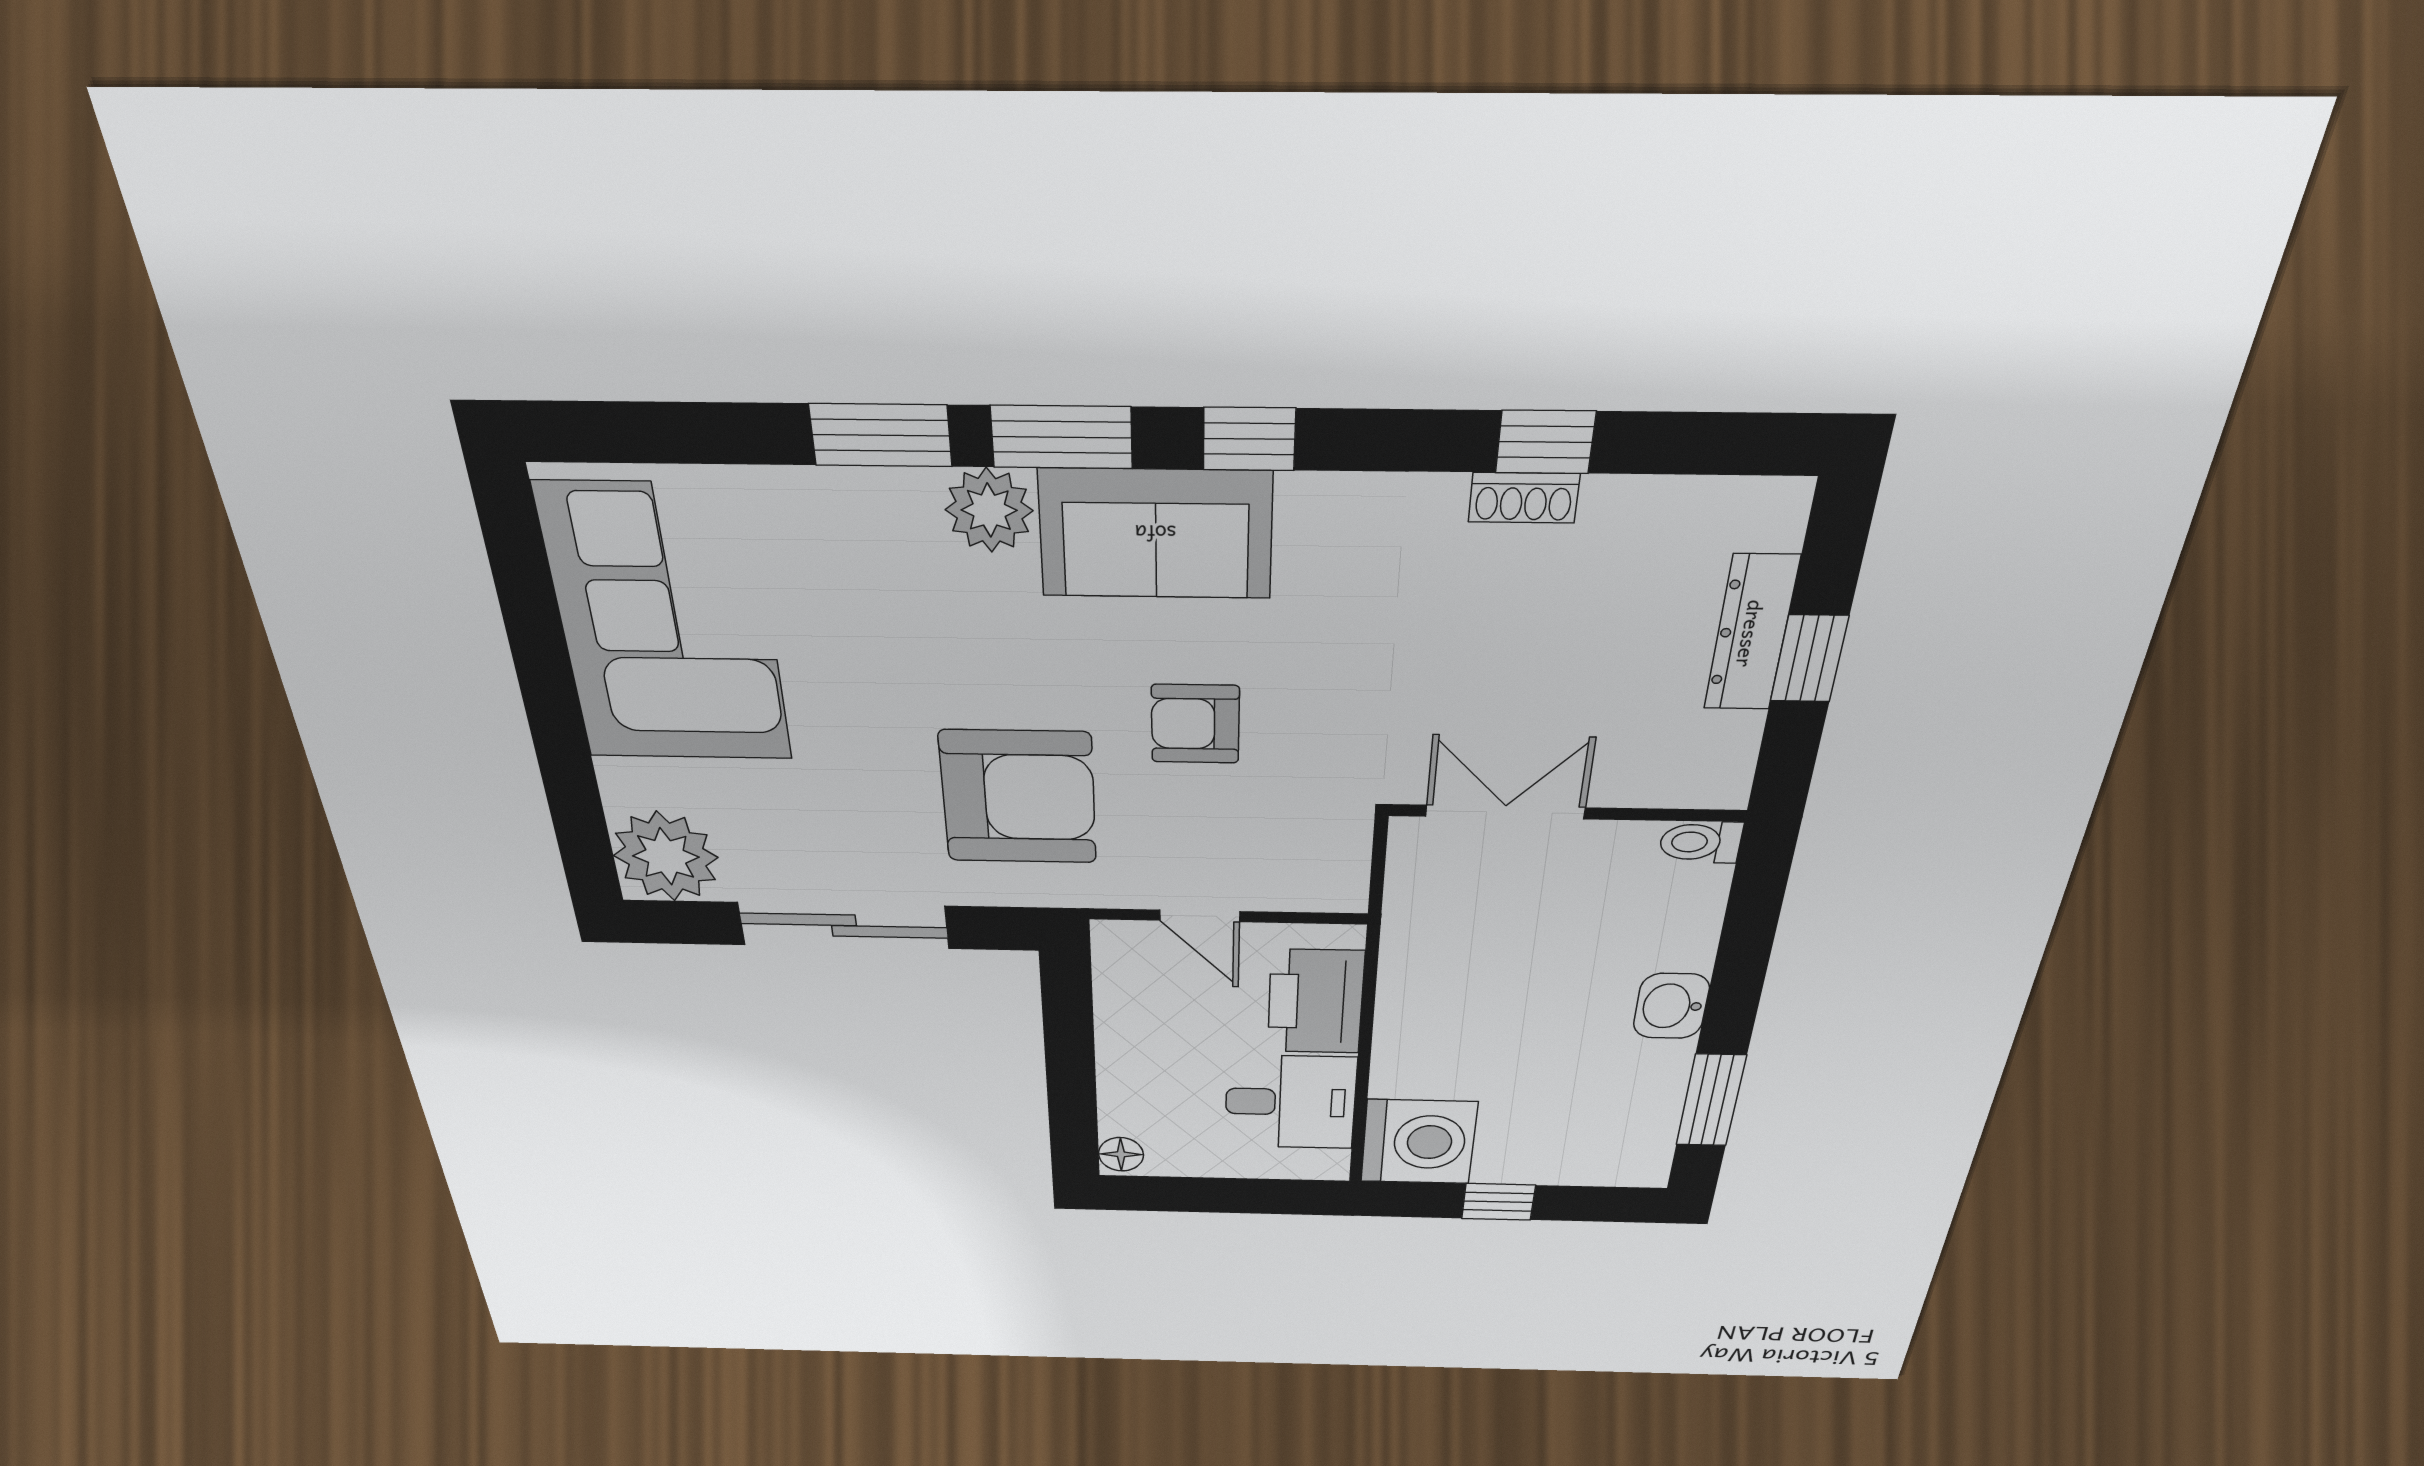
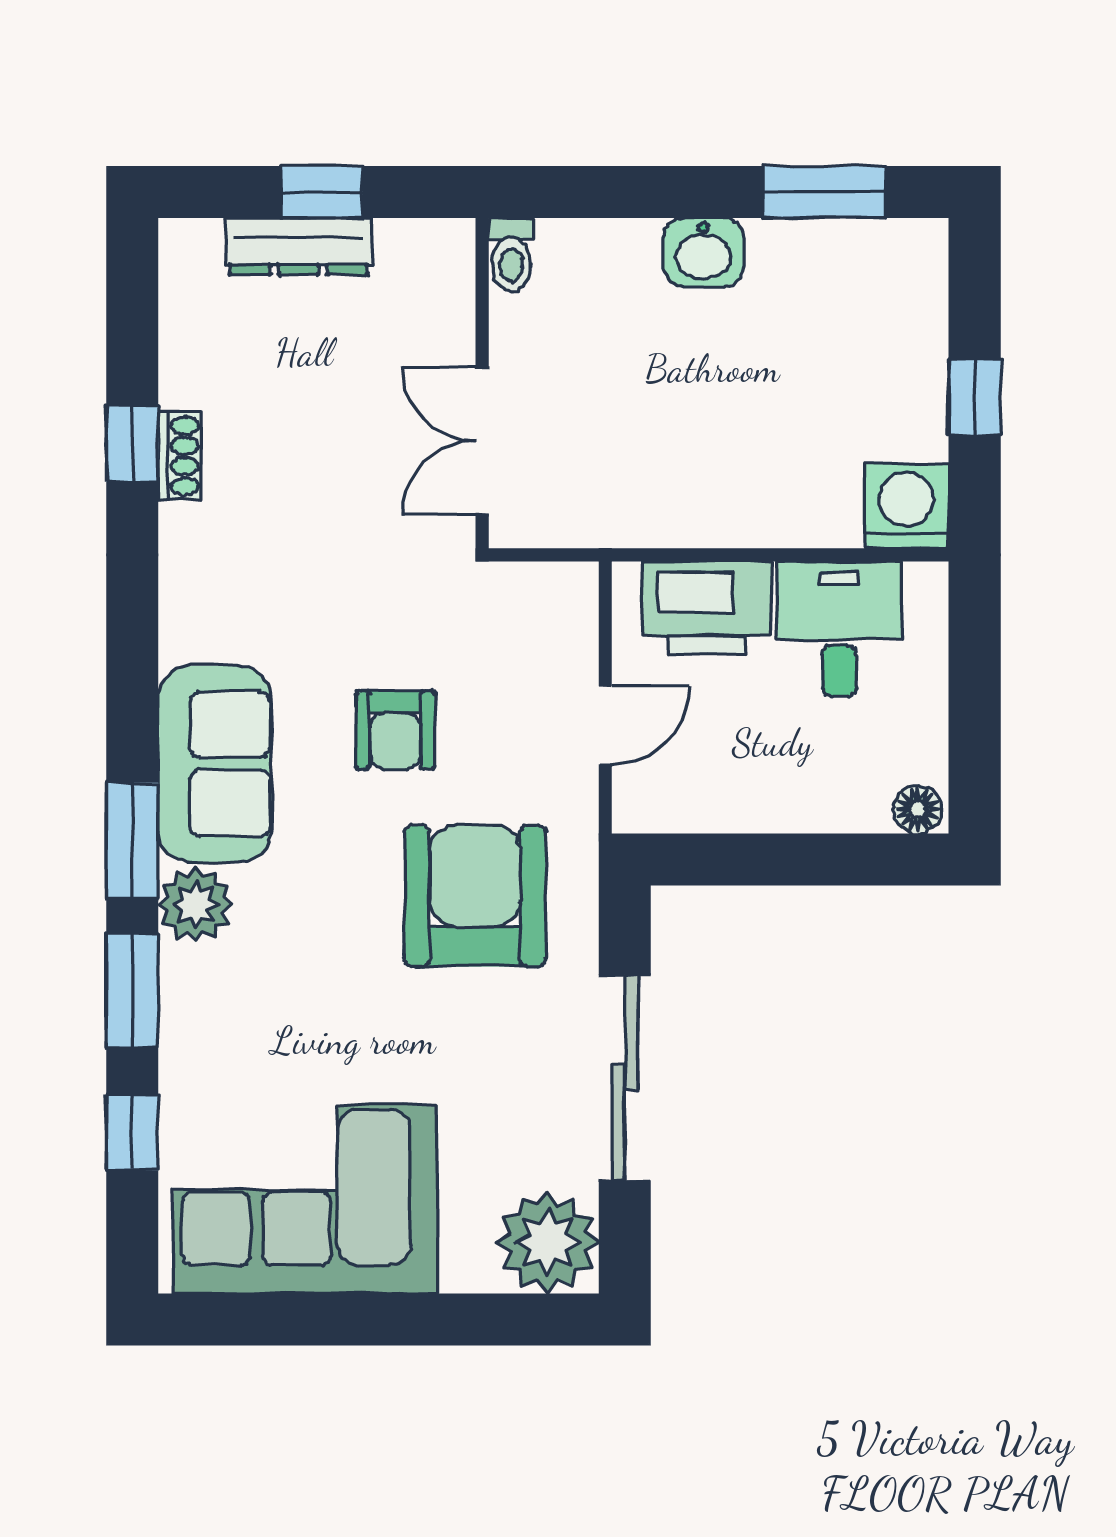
window: (1249, 439) -> (132, 1133), moved
washing machine: (1419, 1142) -> (906, 506), width x0.73, depth x0.73

